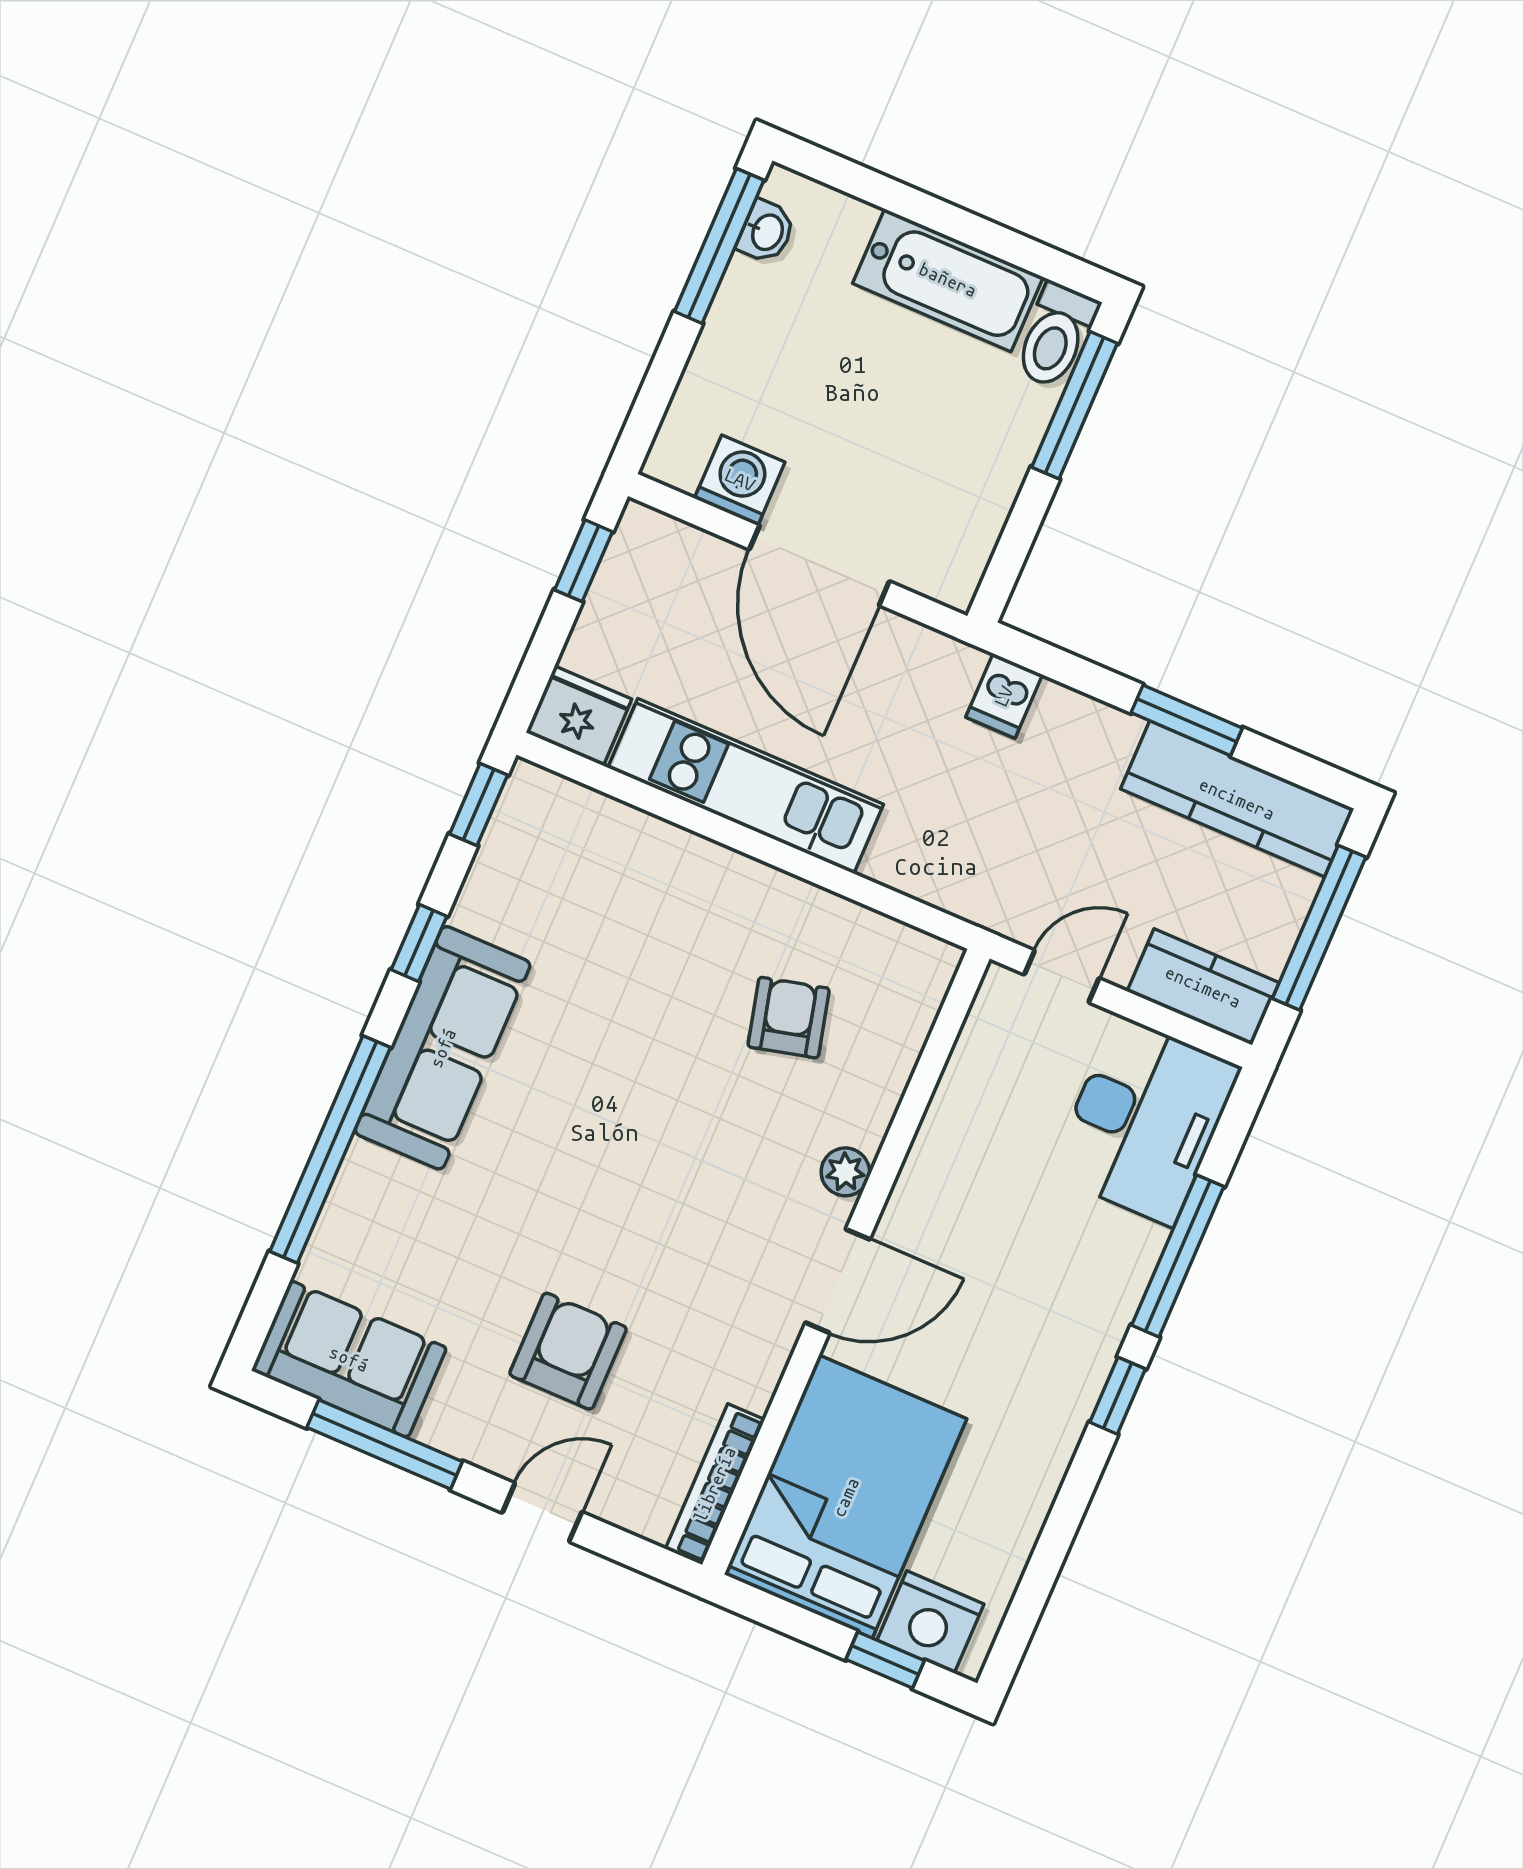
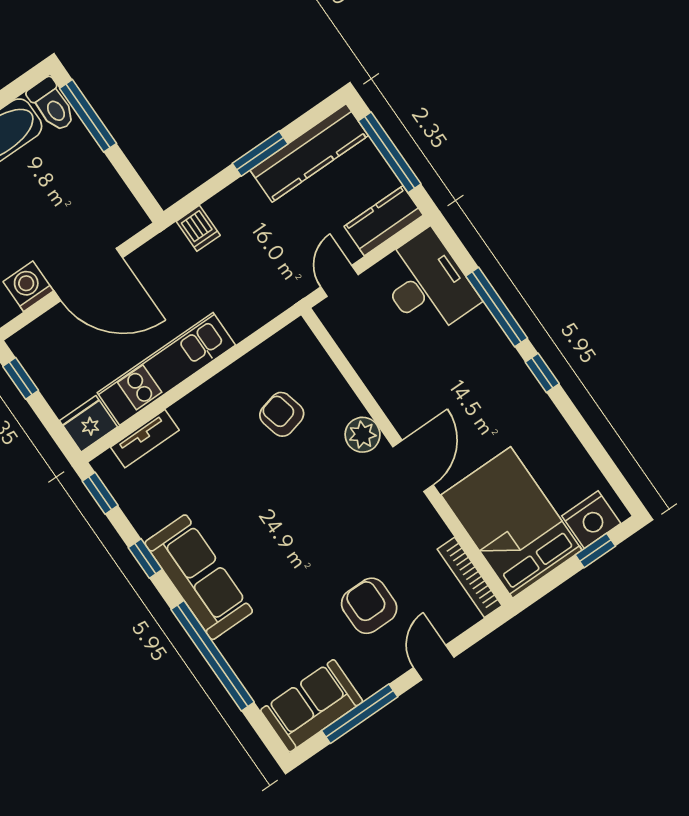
tv unit: (612, 822) -> (145, 439), added
plant: (845, 1172) -> (363, 435), width x1.38, depth x1.38

